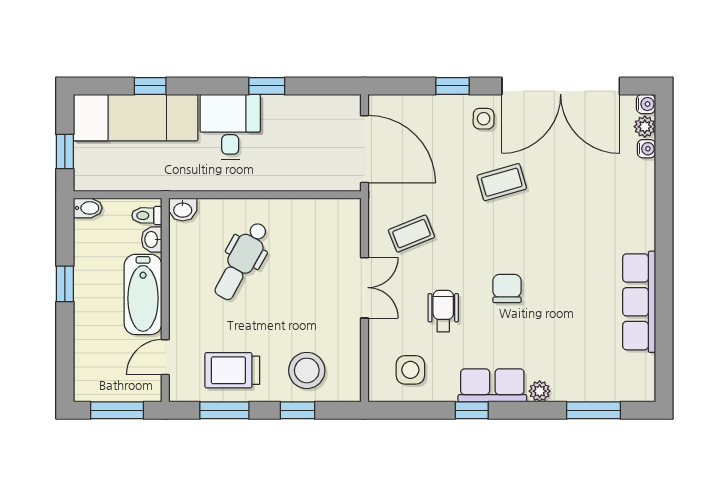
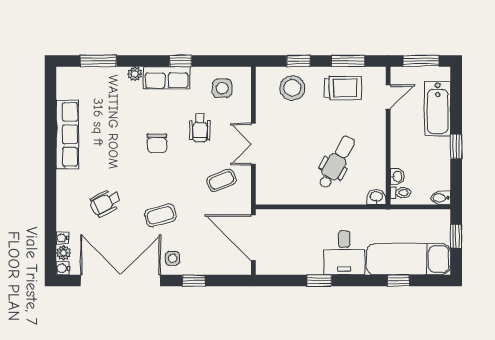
wheelchair: (583, 201) -> (105, 203), added
bathtub: (143, 294) -> (438, 109), moved, turned 180

